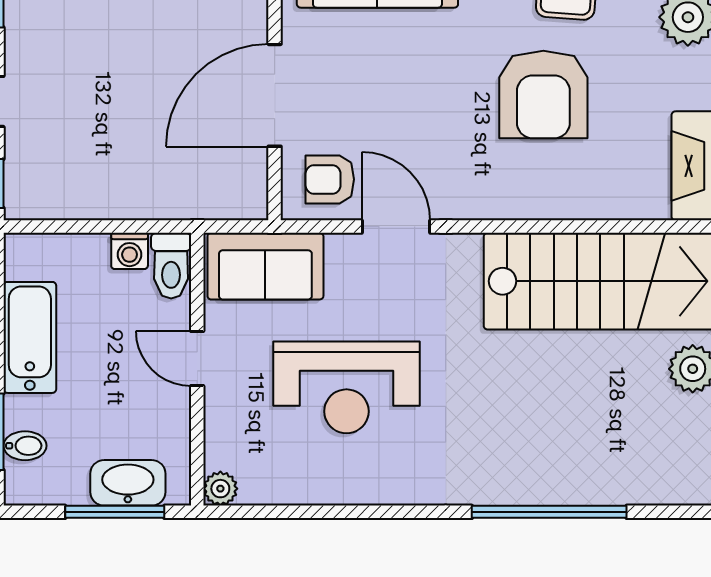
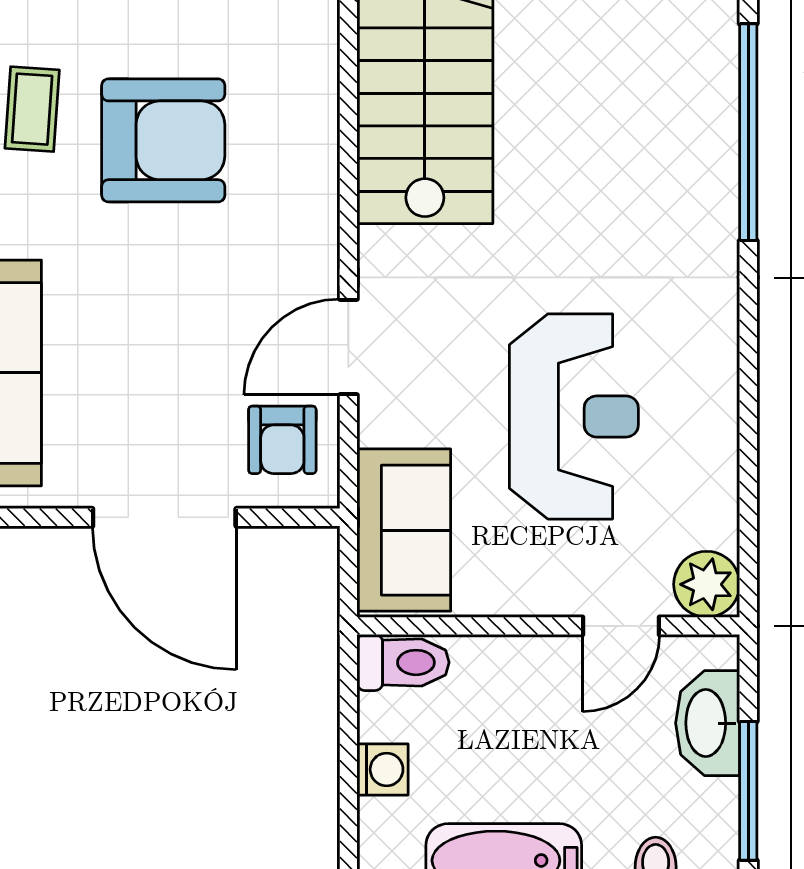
washing machine: (130, 251) -> (382, 769), moved
door: (197, 359) -> (621, 626), moved
plant: (220, 489) -> (707, 584), width x1.38, depth x1.38
window: (115, 512) -> (748, 791), moved

